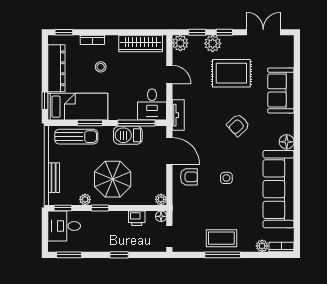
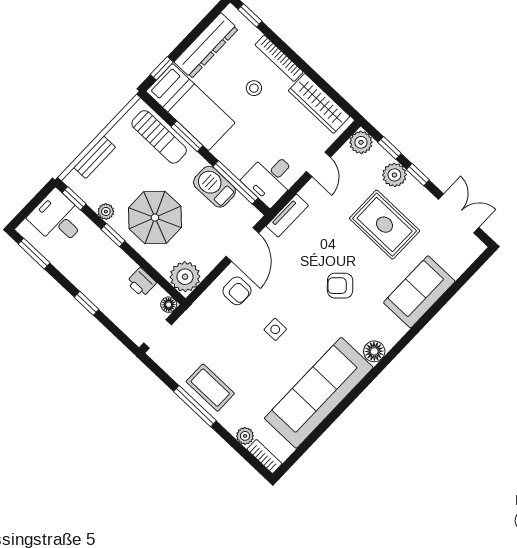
bookcase: (92, 40) -> (279, 58), width x1.56
plant: (161, 199) -> (185, 277), width x1.88, depth x1.88

